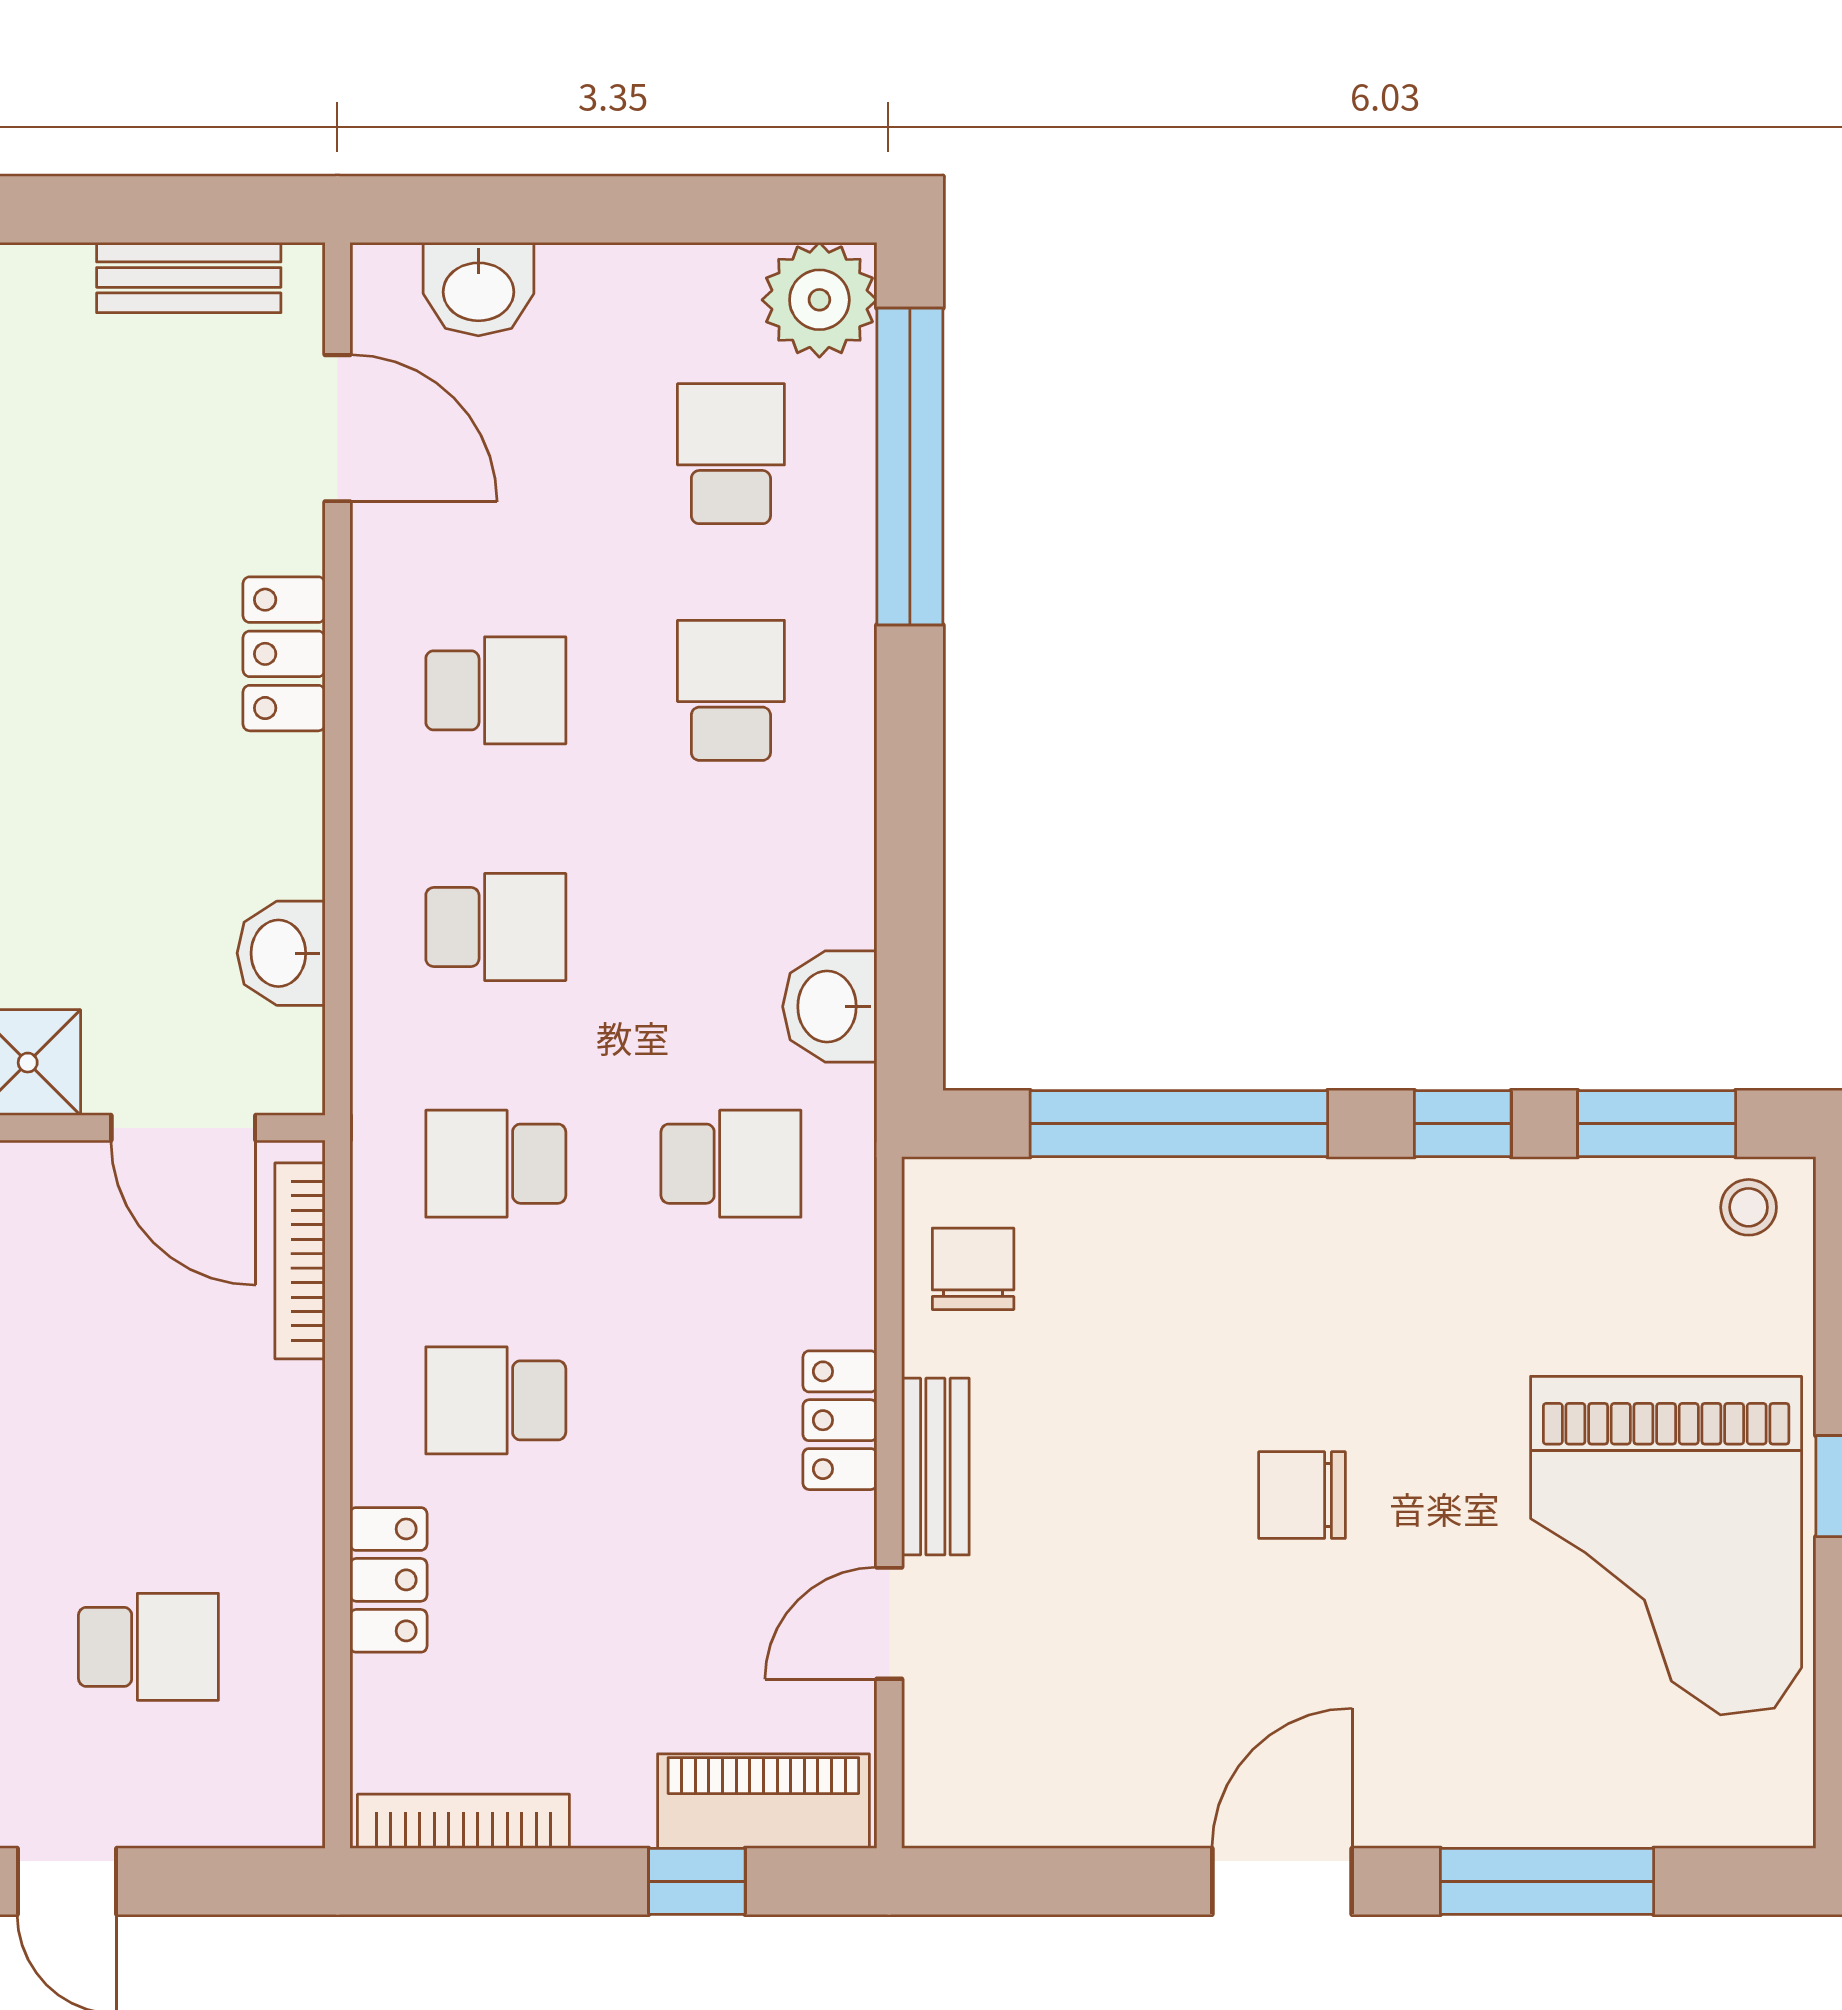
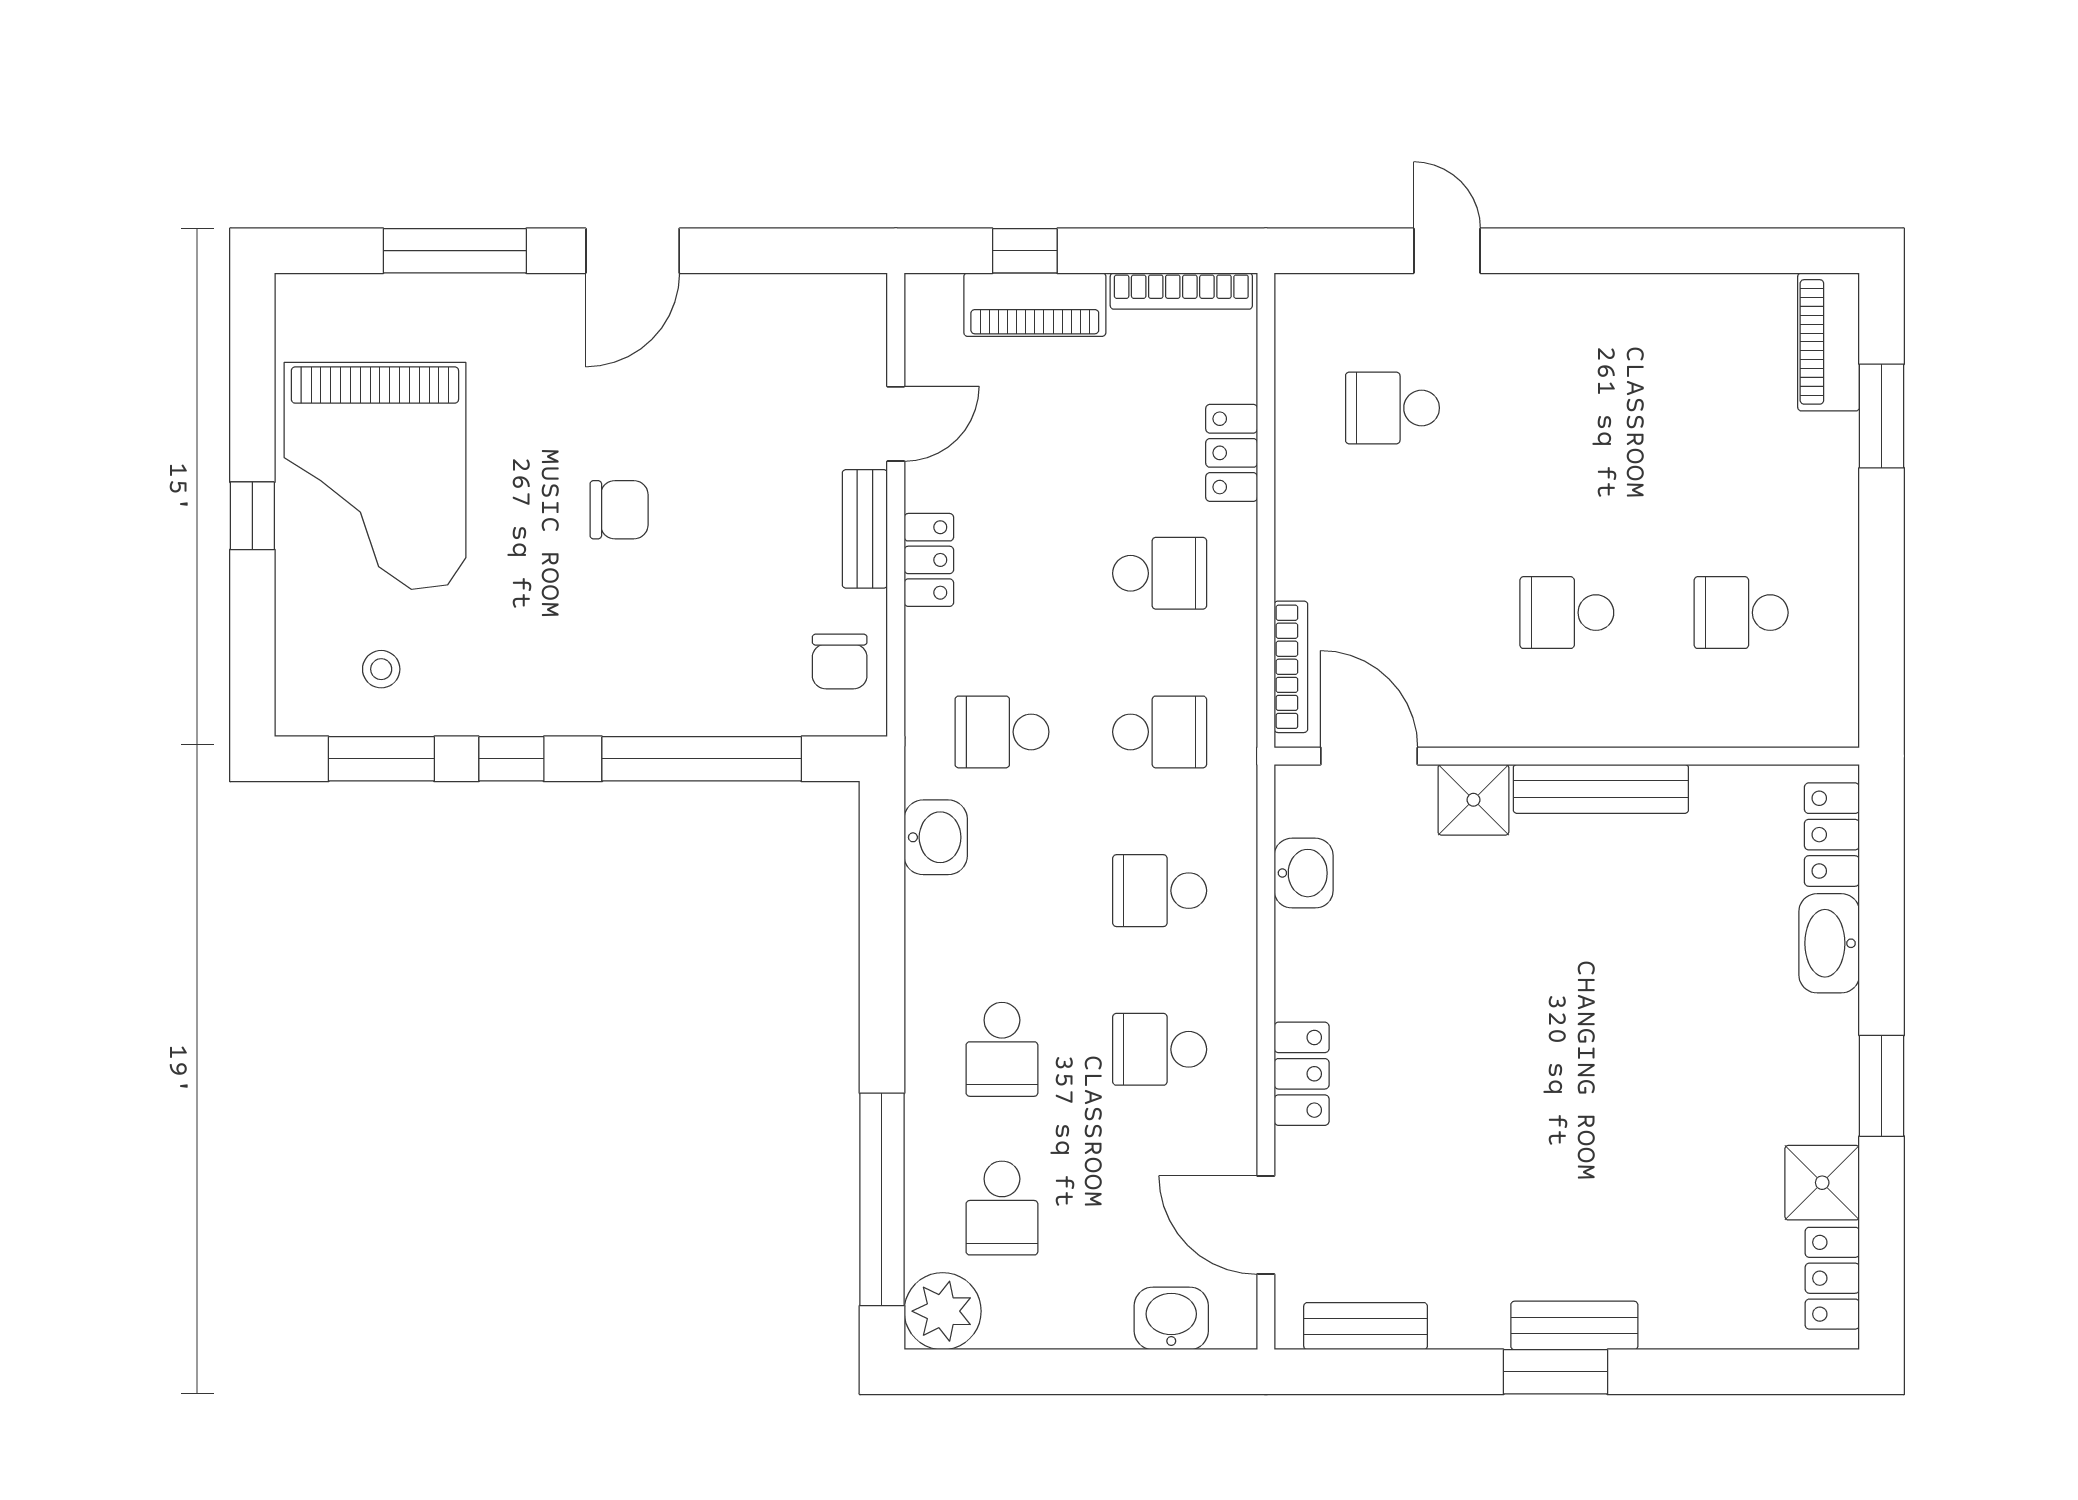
stool: (1749, 1207) -> (381, 669), moved
grand piano: (1666, 1546) -> (375, 476), turned 180
piano: (763, 1801) -> (1035, 305), moved

